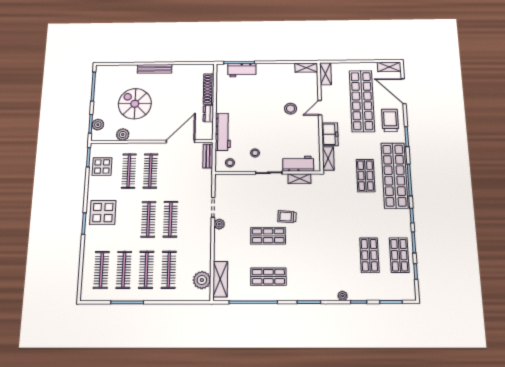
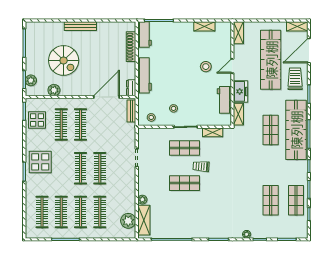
shelving: (306, 68) -> (204, 26), moved
workbench: (242, 70) -> (145, 35), moved, turned -90
door: (404, 91) -> (309, 51), hinge flipped
spiral stairs: (135, 104) -> (64, 60), turned 180
dresser: (208, 114) -> (131, 88), moved
workbench: (223, 132) -> (145, 75), moved
workbench: (298, 164) -> (224, 100), moved, turned -90
plant: (219, 224) -> (142, 200), moved
shop shelf: (268, 277) -> (185, 148), moved

